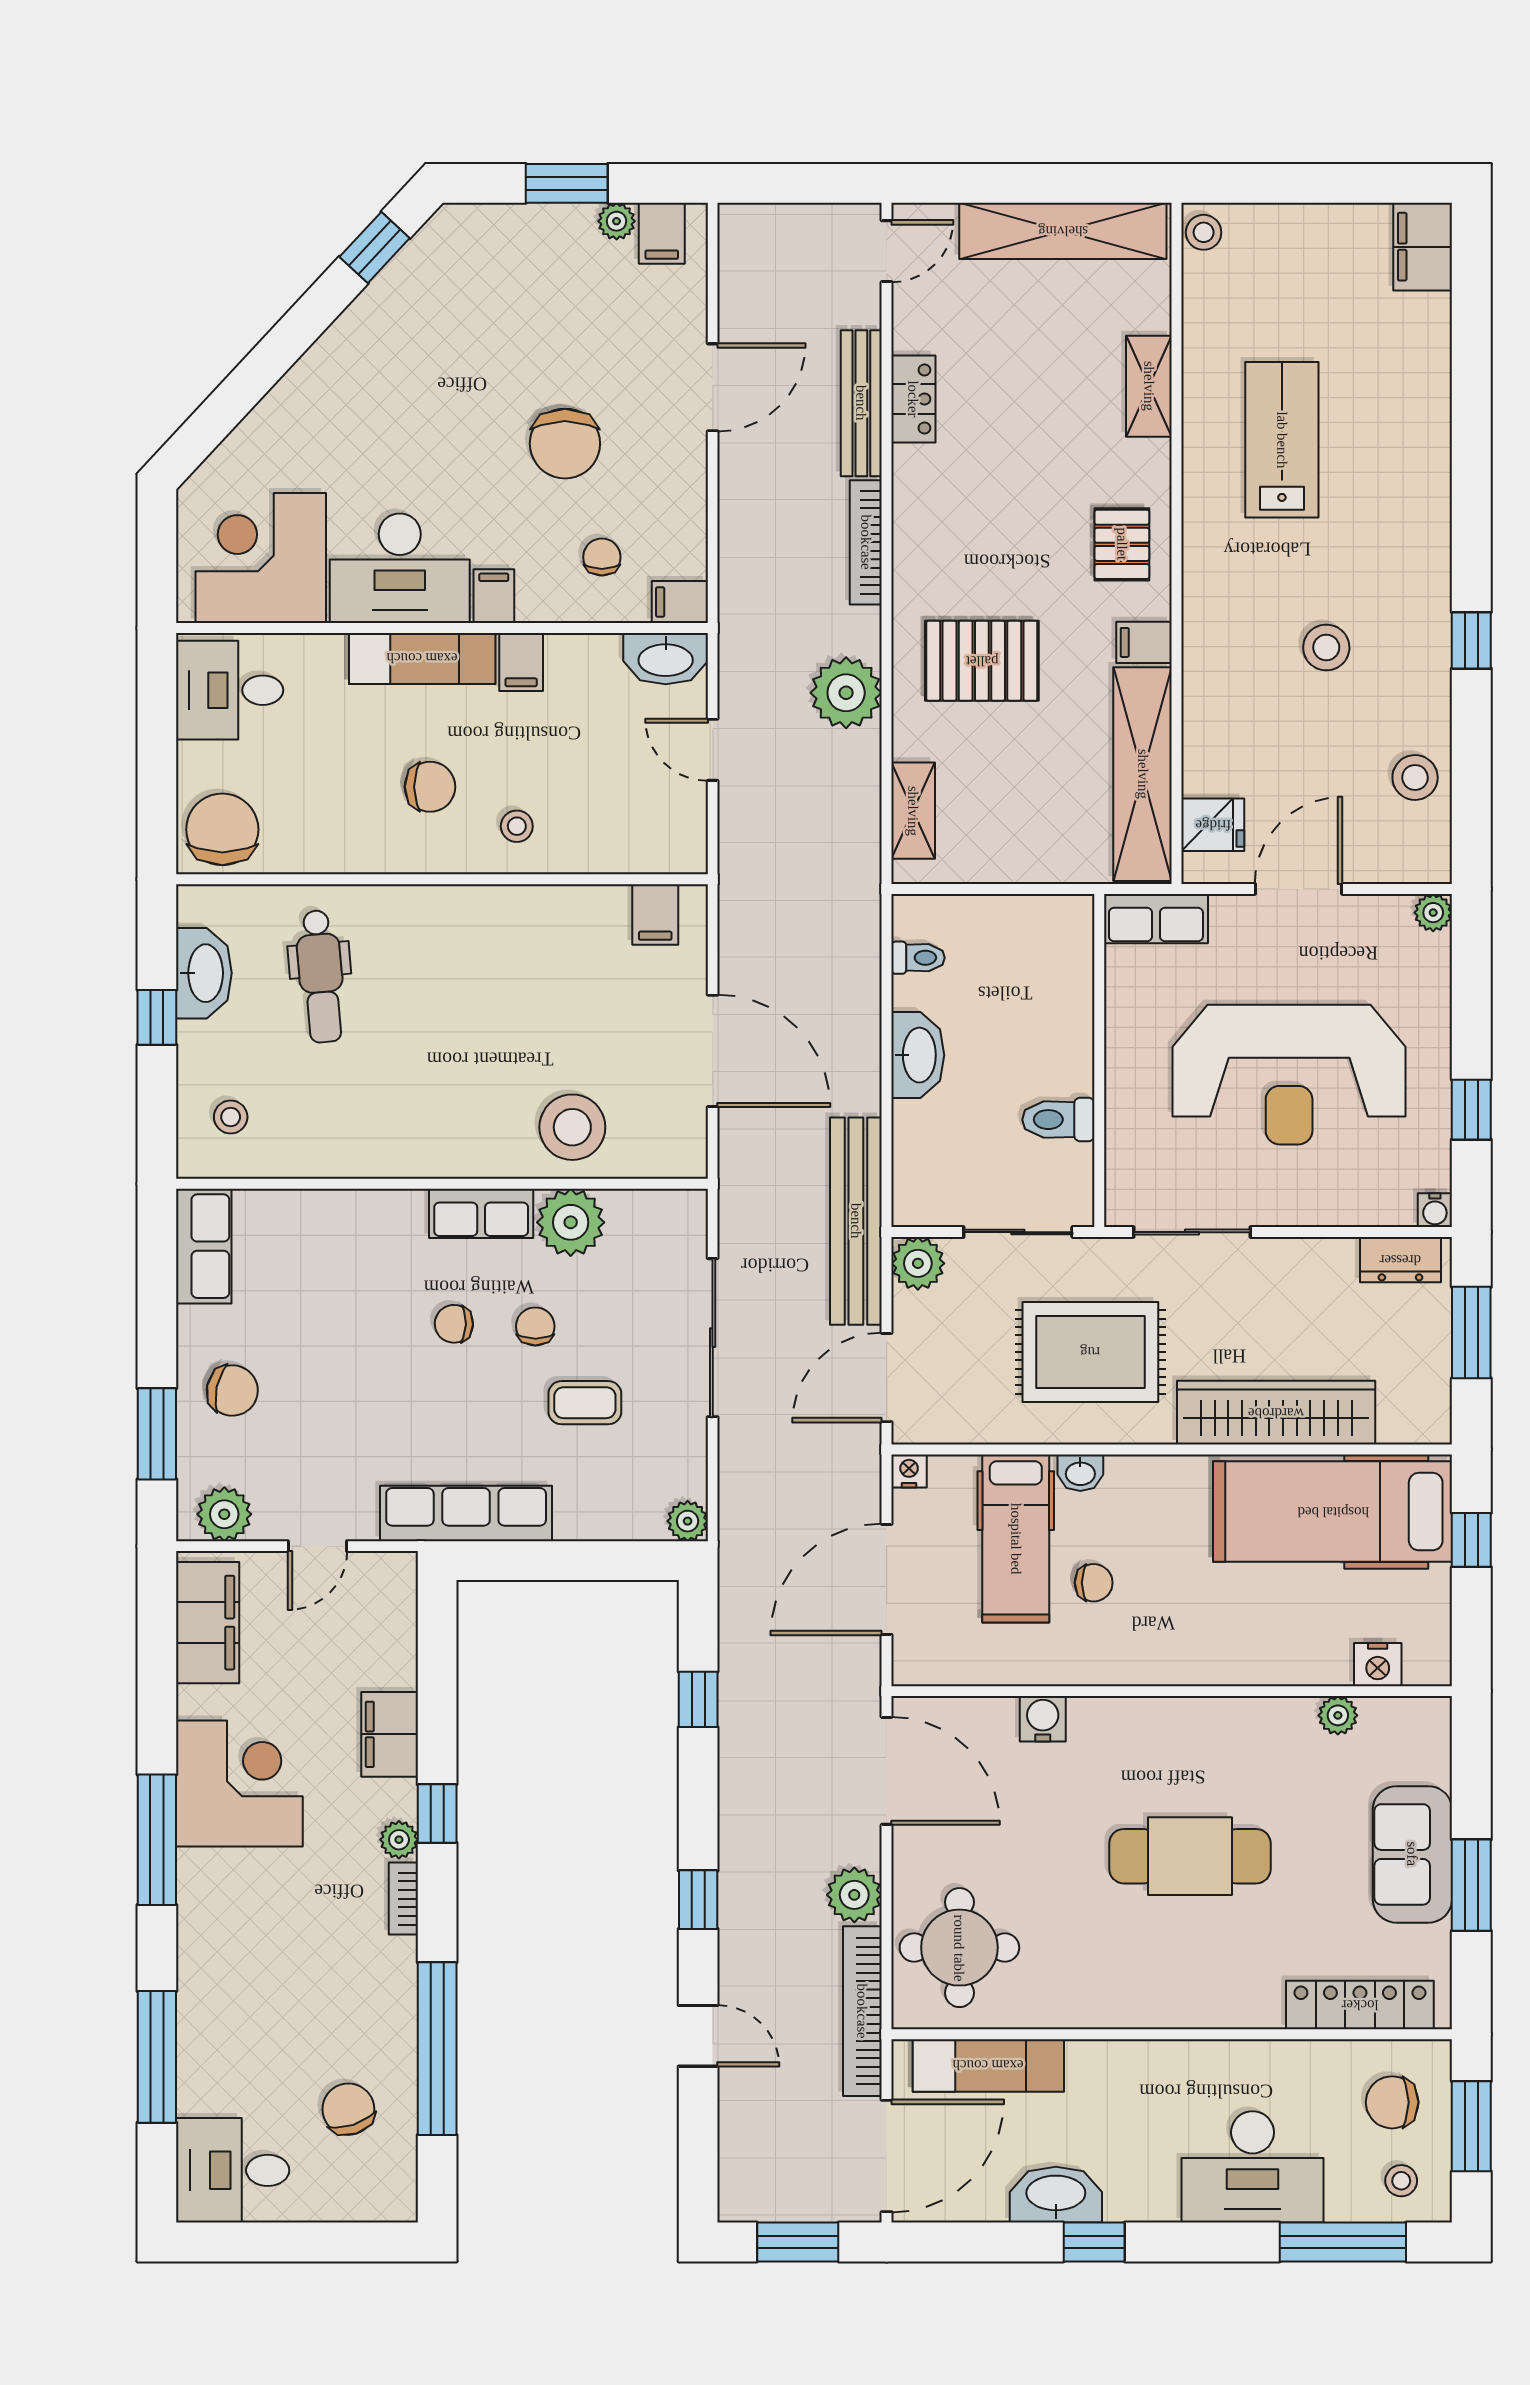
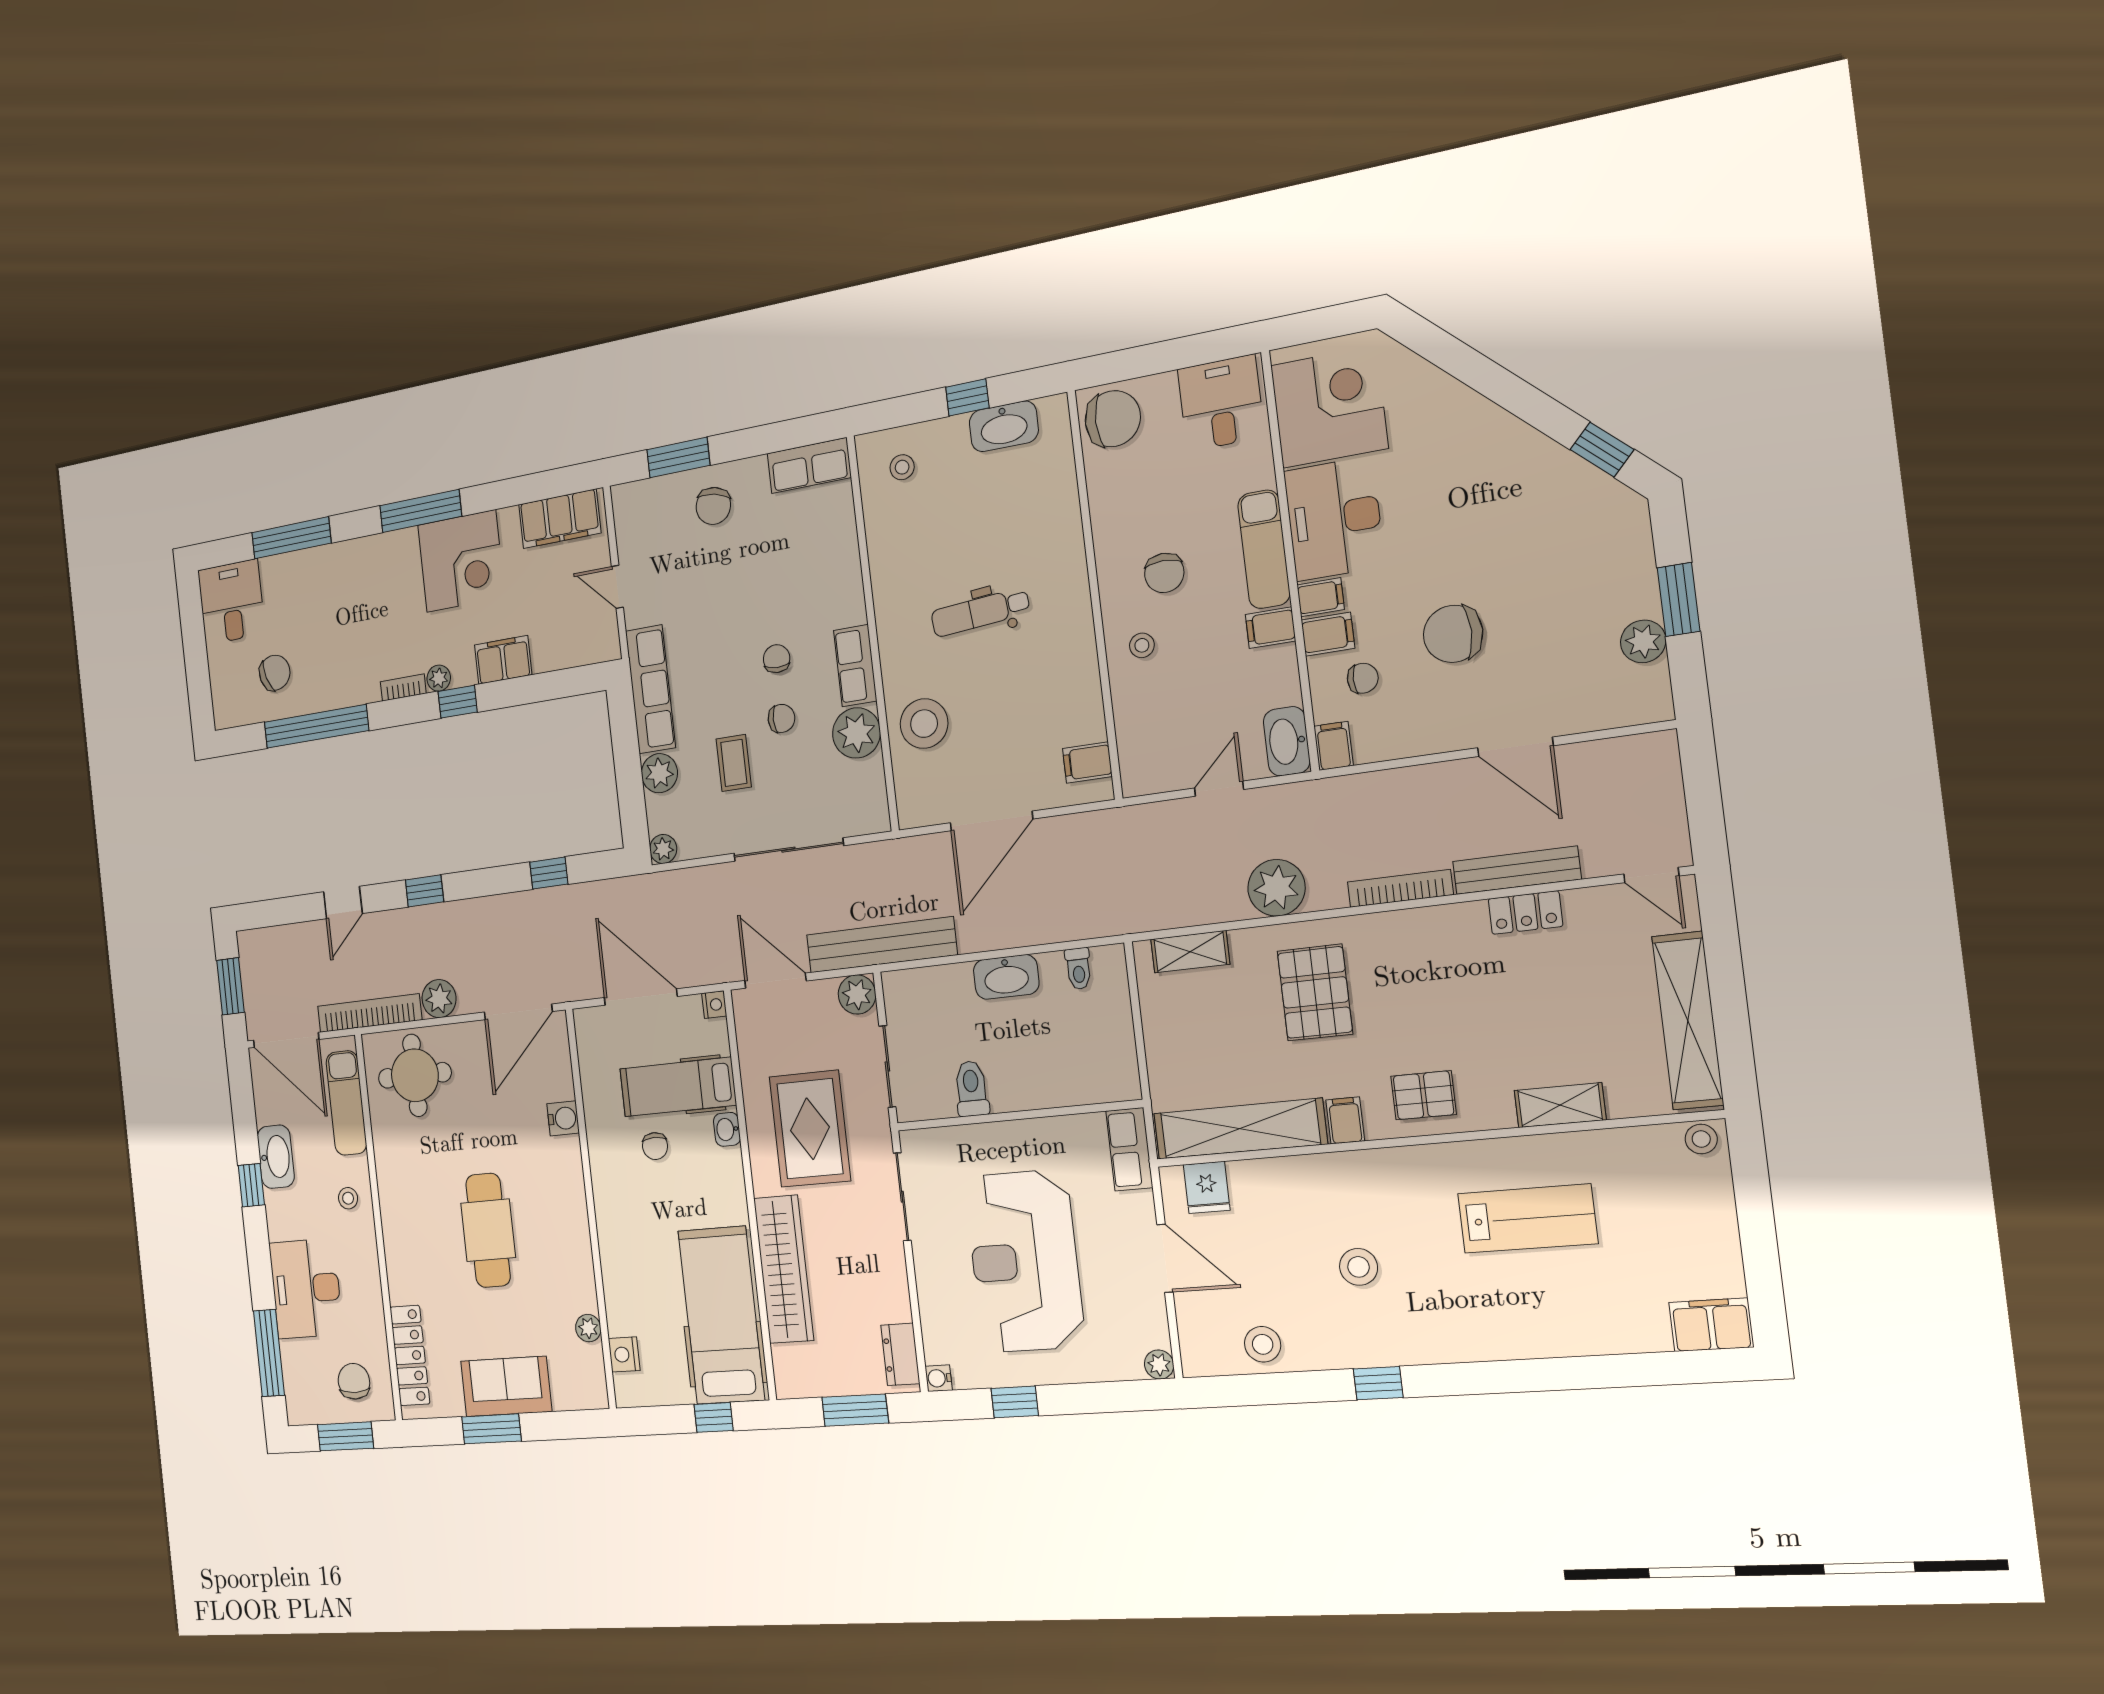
plant: (617, 221) -> (1643, 641), width x1.38, depth x1.38
filing cabinet: (662, 233) -> (1328, 634), moved, turned 180
dental chair: (321, 976) -> (980, 612), moved
plant: (224, 1514) -> (659, 773), moved
stool: (1401, 2181) -> (348, 1198), moved

